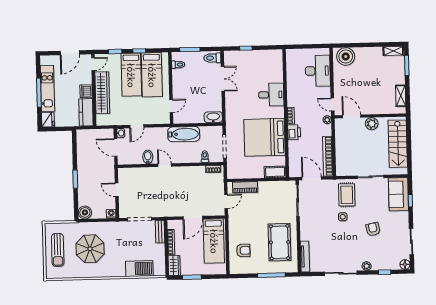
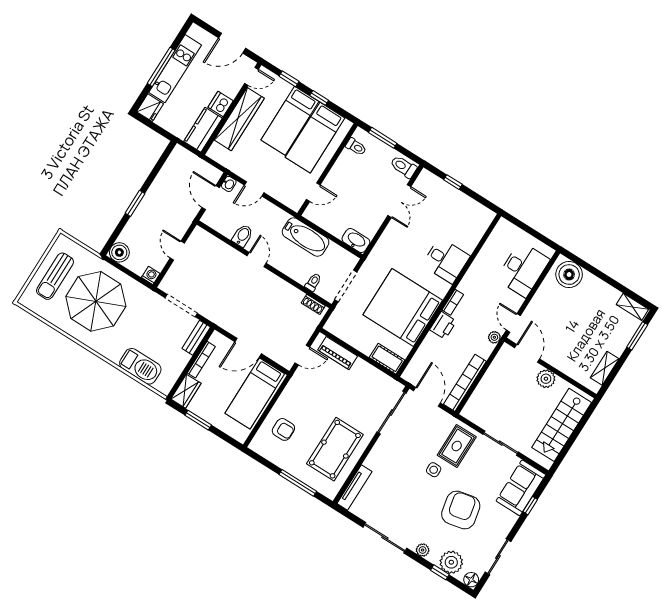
armchair: (373, 229) -> (461, 510), width x1.88, depth x1.88
parasol: (90, 249) -> (96, 301), width x1.36, depth x1.36
plant: (387, 262) -> (451, 562), added

